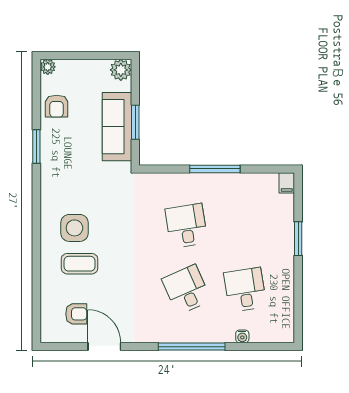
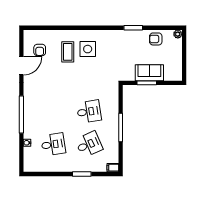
plant: (121, 70) -> (176, 75), removed
sofa: (117, 127) -> (149, 73), width x0.73
desk: (186, 290) -> (89, 144), moved

